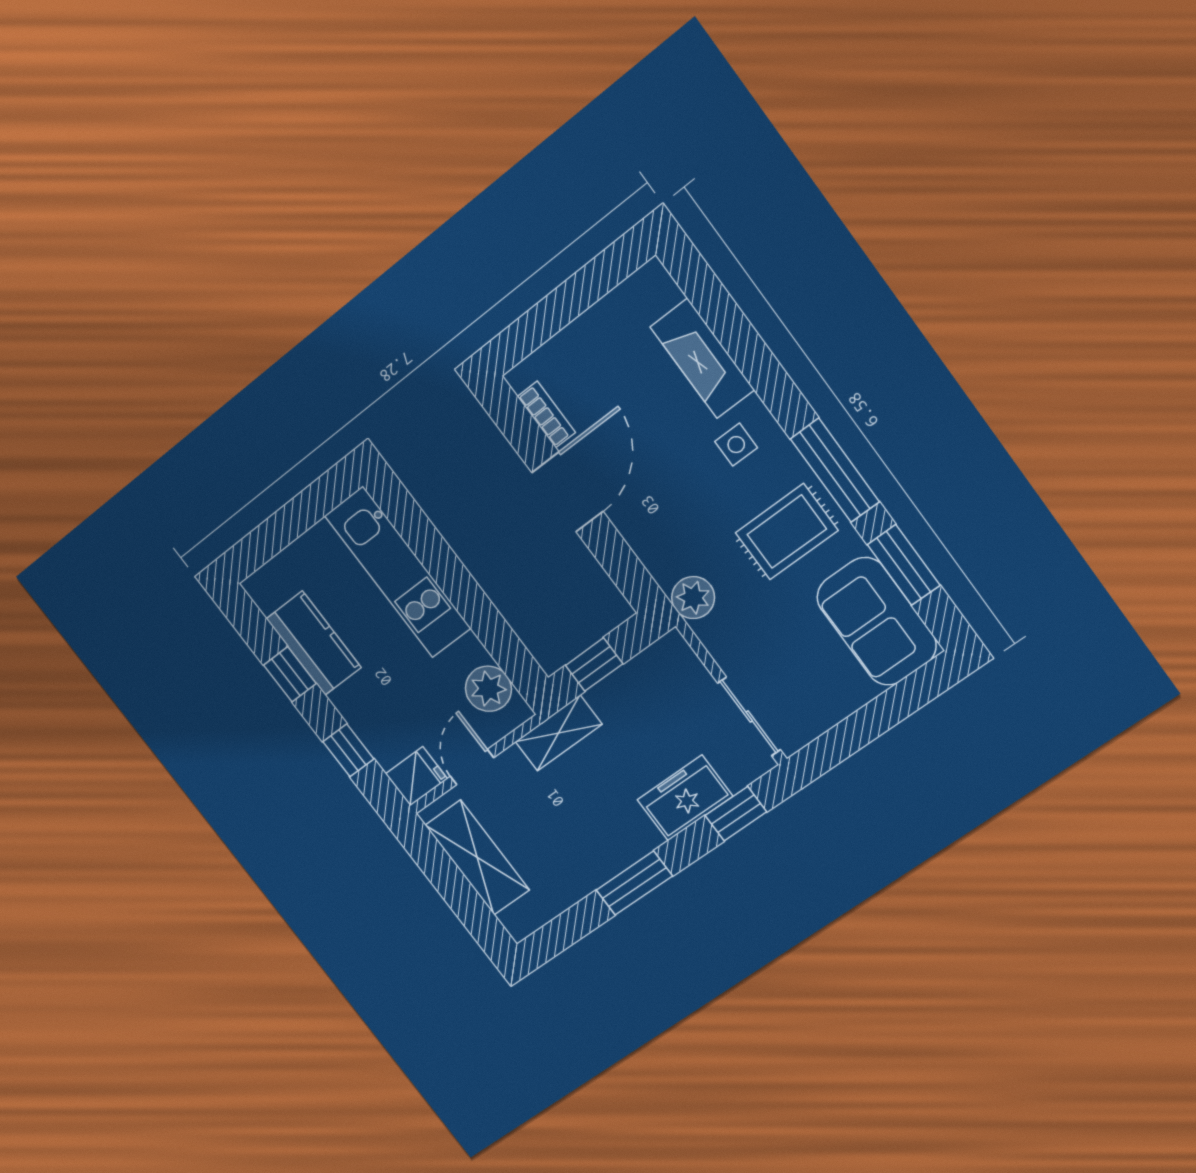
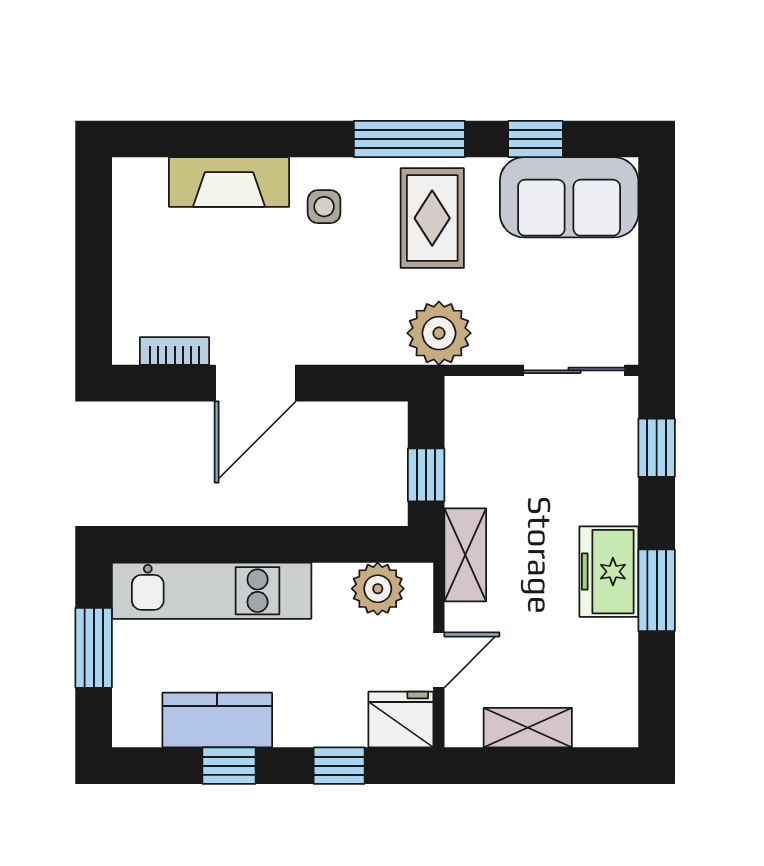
door: (568, 492) -> (255, 383), swing flipped
window: (295, 518) -> (94, 648), added
window: (904, 565) -> (536, 139), width x0.67
plant: (693, 598) -> (439, 333), width x1.36, depth x1.36
door: (472, 767) -> (439, 660), swing flipped
fridge: (417, 776) -> (401, 720), width x1.38
freezer: (685, 798) -> (609, 572), moved
shelving: (477, 858) -> (528, 728), width x0.67, depth x0.75

